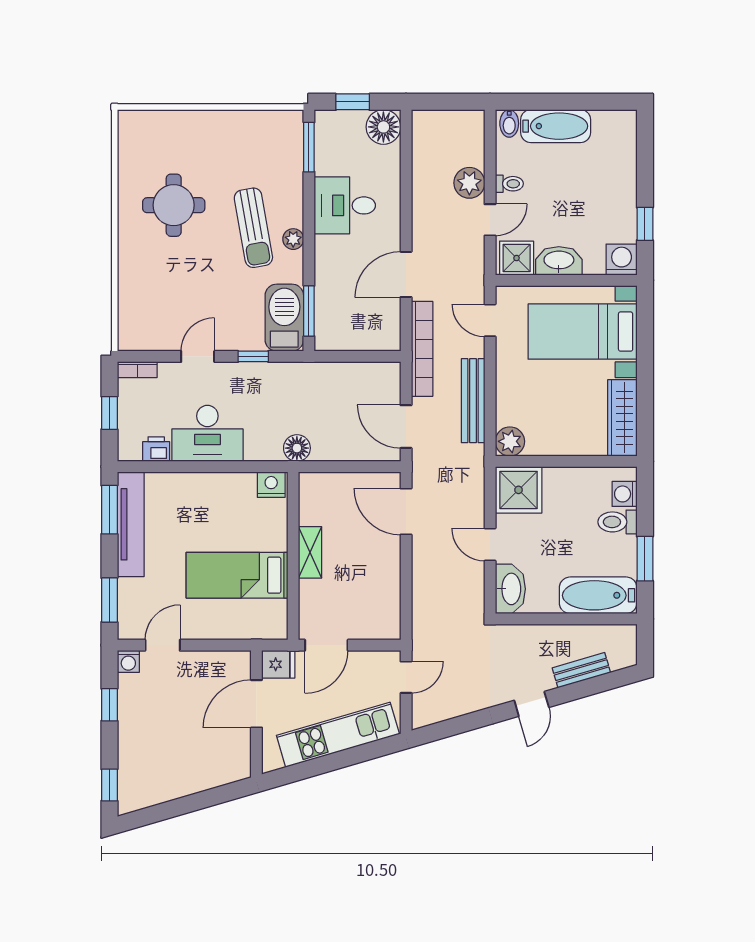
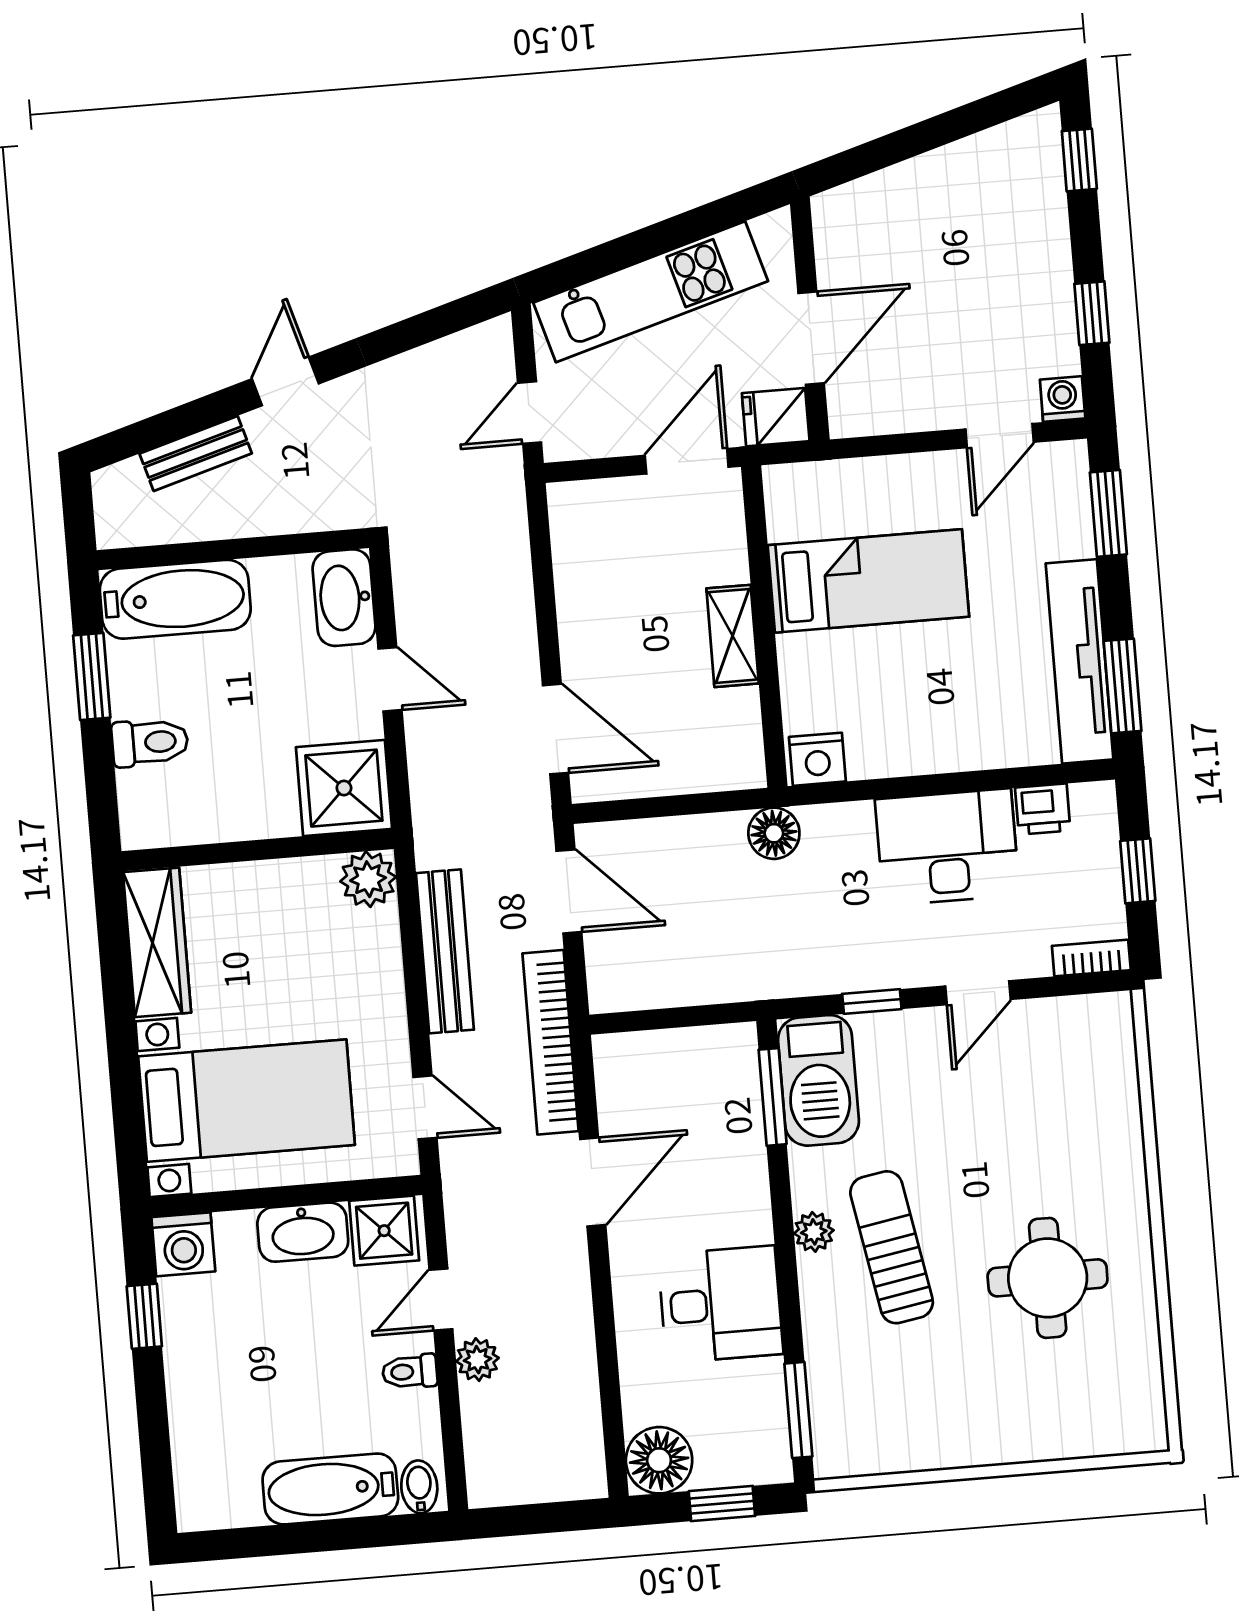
plant: (469, 183) -> (477, 1360), width x0.73, depth x0.73
washing machine: (625, 494) -> (141, 797), removed

